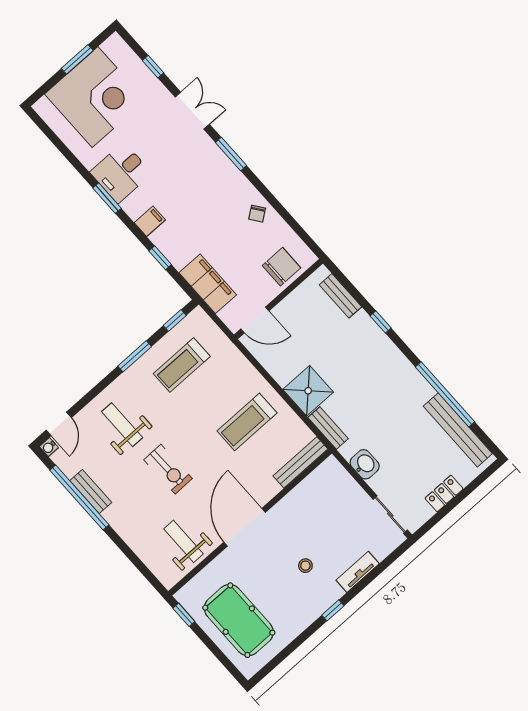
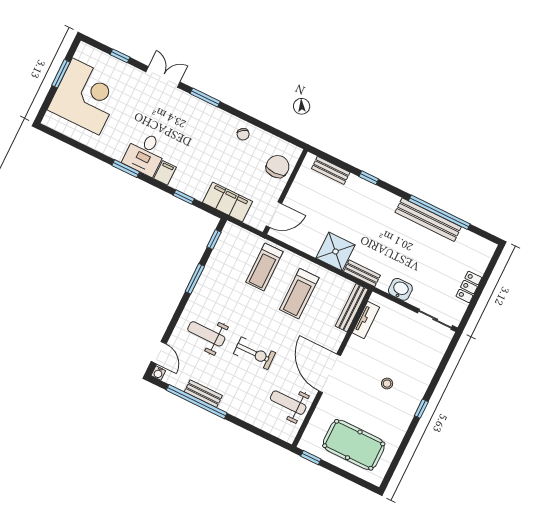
desk: (121, 173) -> (145, 153), moved
treadmill: (182, 365) -> (264, 267), moved
bench: (458, 430) -> (428, 220), moved
tv unit: (358, 572) -> (366, 320), moved, turned 180

